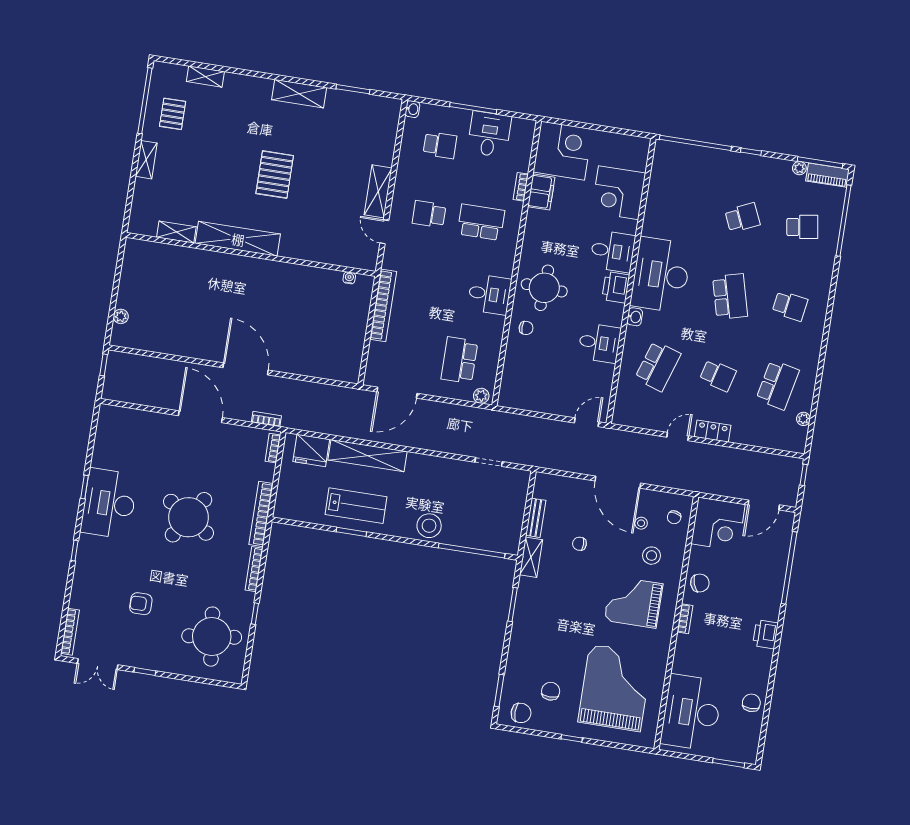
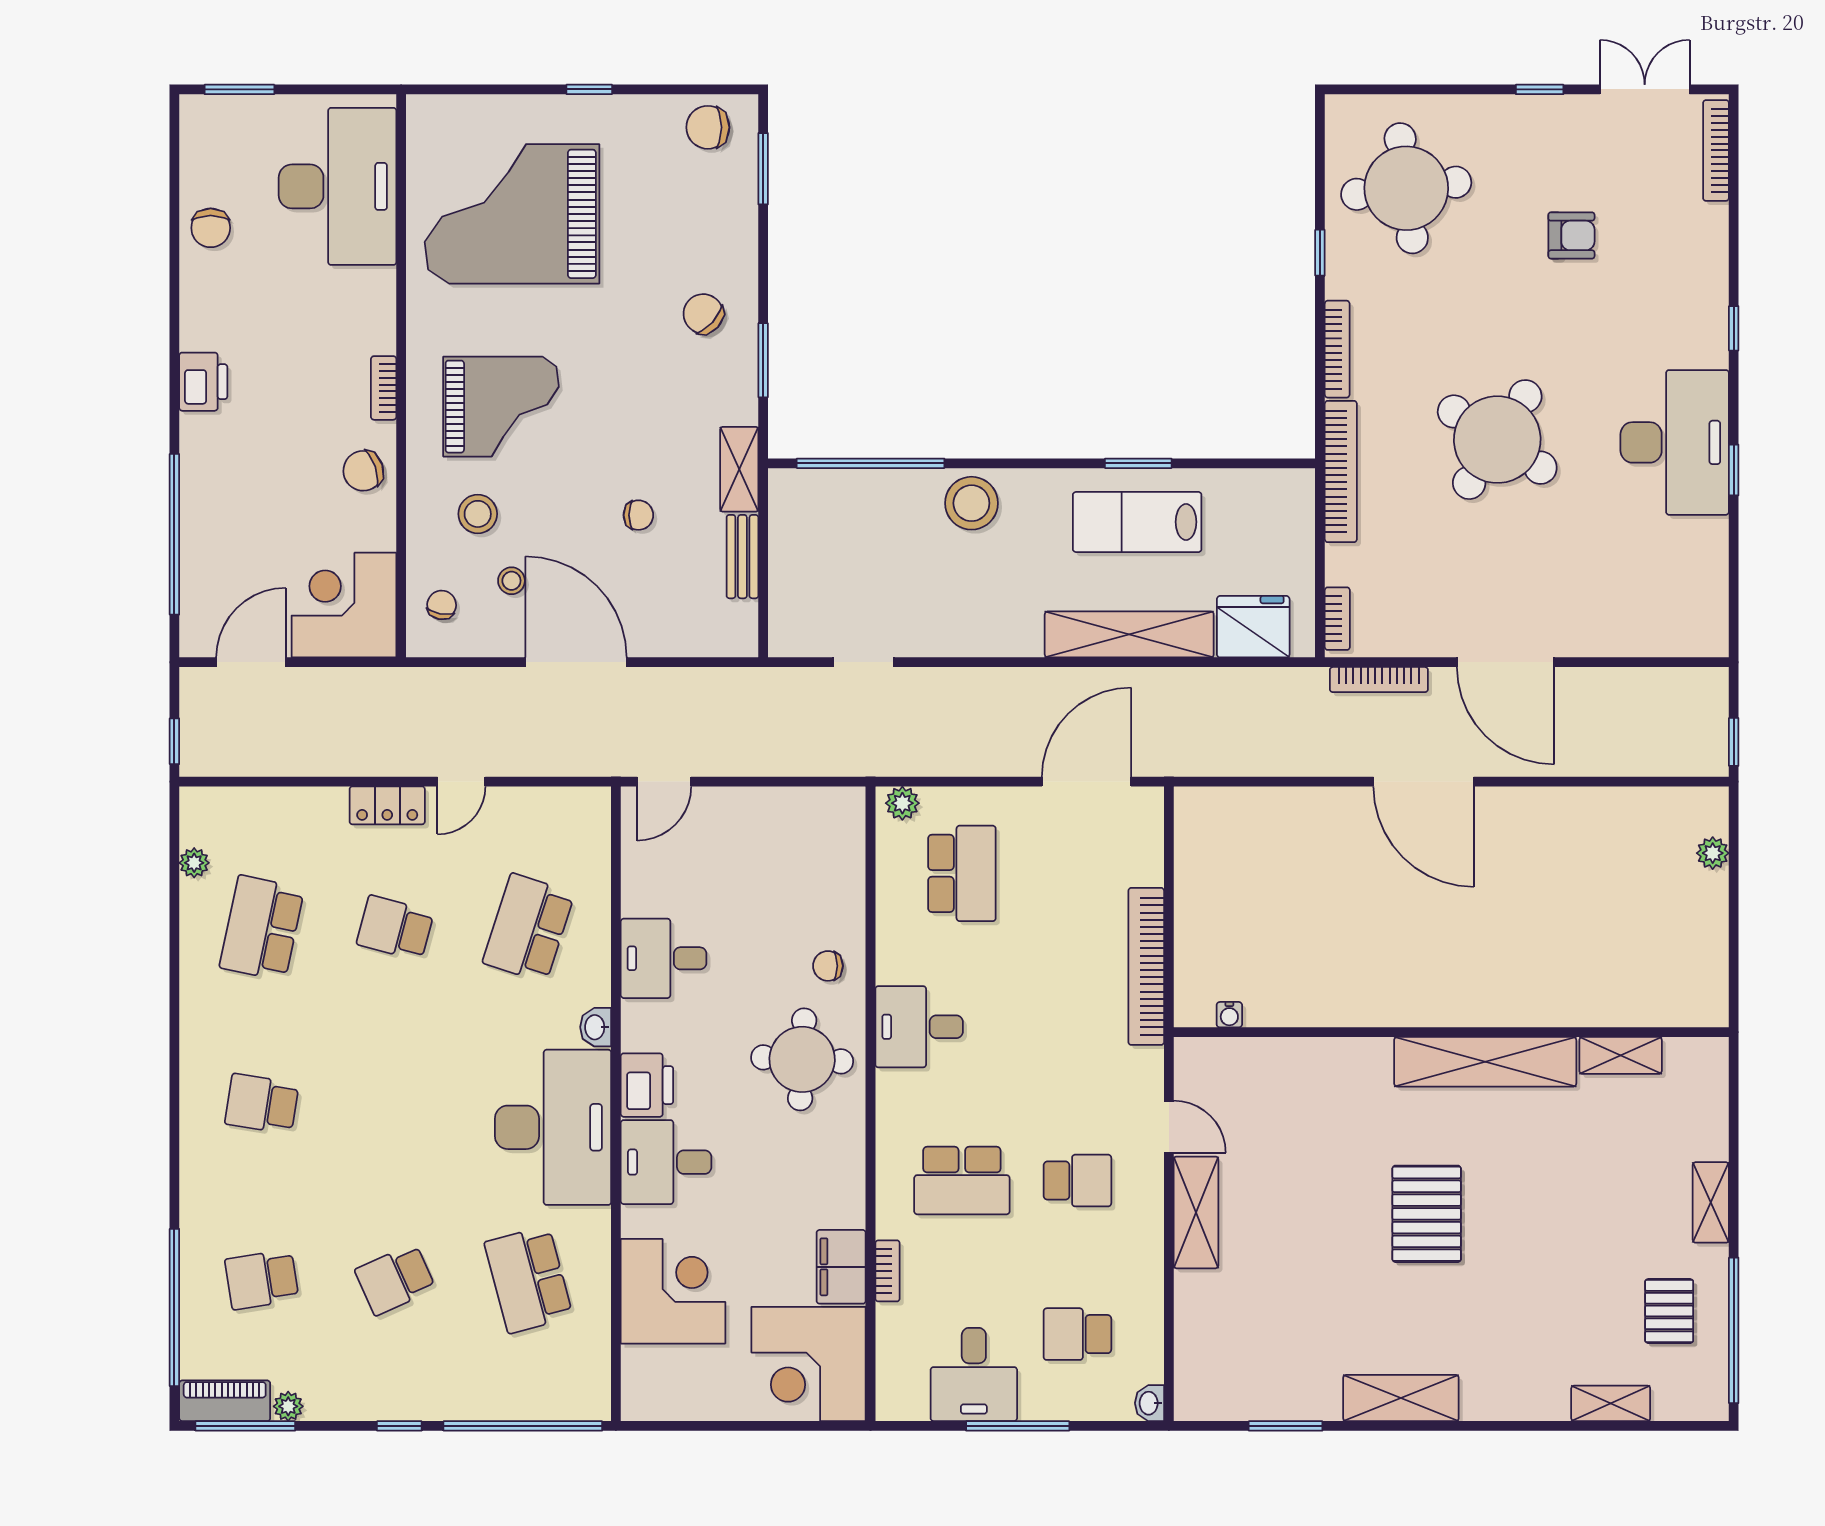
school desk: (730, 297) -> (529, 1279), moved
bookcase: (266, 419) -> (1379, 680), width x1.56
grand piano: (615, 688) -> (512, 214), turned 90
chair: (551, 691) -> (703, 314), moved, turned 132

